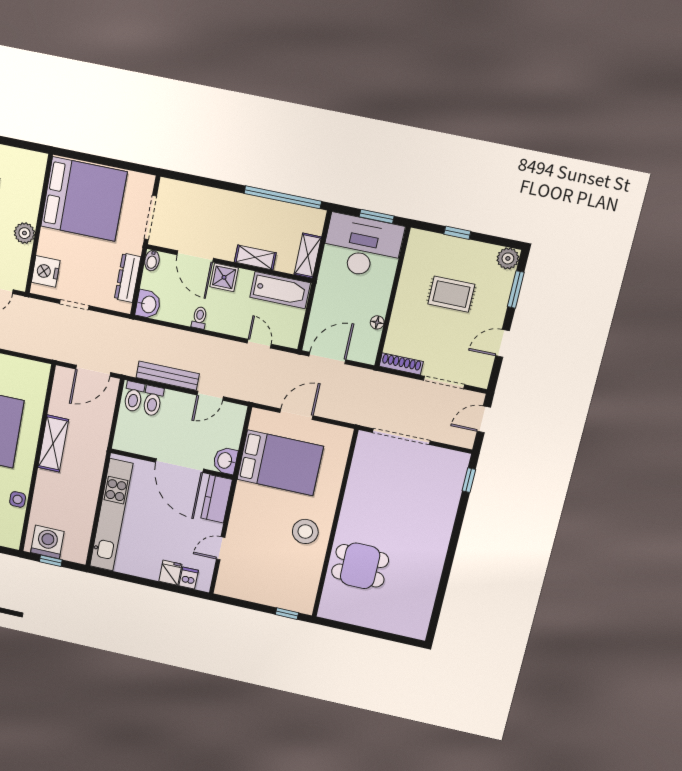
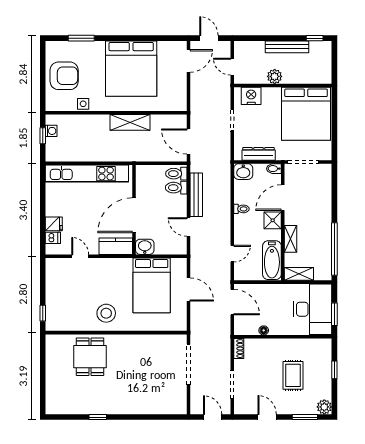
shoe rack: (401, 364) -> (239, 349), width x0.70
window: (469, 480) -> (98, 417), moved
washing machine: (47, 542) -> (51, 131), width x0.53, depth x0.53

